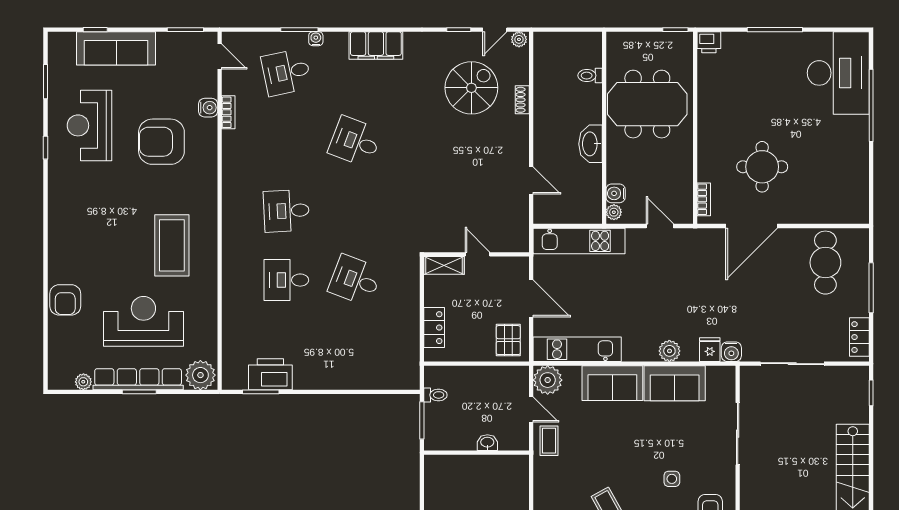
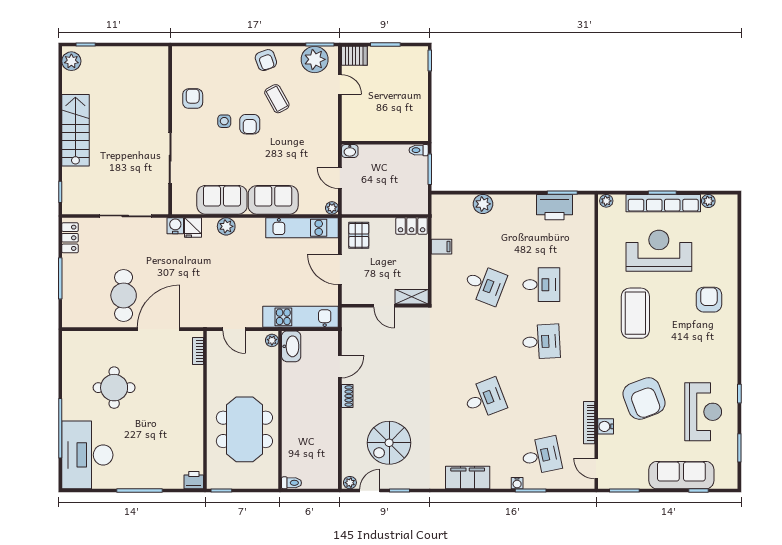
toilet: (590, 76) -> (292, 483), moved
shoe rack: (522, 100) -> (347, 396), moved
meeting table: (647, 104) -> (244, 429), turned 90
bookcase: (228, 112) -> (589, 423), width x1.56
armchair: (161, 142) -> (644, 398), turned 69
desk: (355, 142) -> (485, 399), turned -42
washbasin: (591, 144) -> (291, 346), moved
round table: (762, 167) -> (114, 388), moved
door: (531, 180) -> (340, 367), swing flipped
water cooler: (616, 193) -> (271, 356), removed
cafe table: (825, 263) -> (124, 295), moved
armchair: (65, 300) -> (709, 300), moved
reception desk: (143, 321) -> (659, 251), turned 180
filing cabinet: (408, 326) -> (441, 247), added
locker: (434, 328) -> (412, 226), moved, turned -90
plant: (200, 375) -> (606, 201), width x0.53, depth x0.53
plant: (357, 378) -> (483, 204), added
plant: (548, 380) -> (332, 208), width x0.53, depth x0.53
toilet: (435, 395) -> (419, 150), moved
coffee table: (549, 441) -> (325, 153), removed
washbasin: (487, 443) -> (350, 151), moved
armchair: (641, 475) -> (250, 124), added

